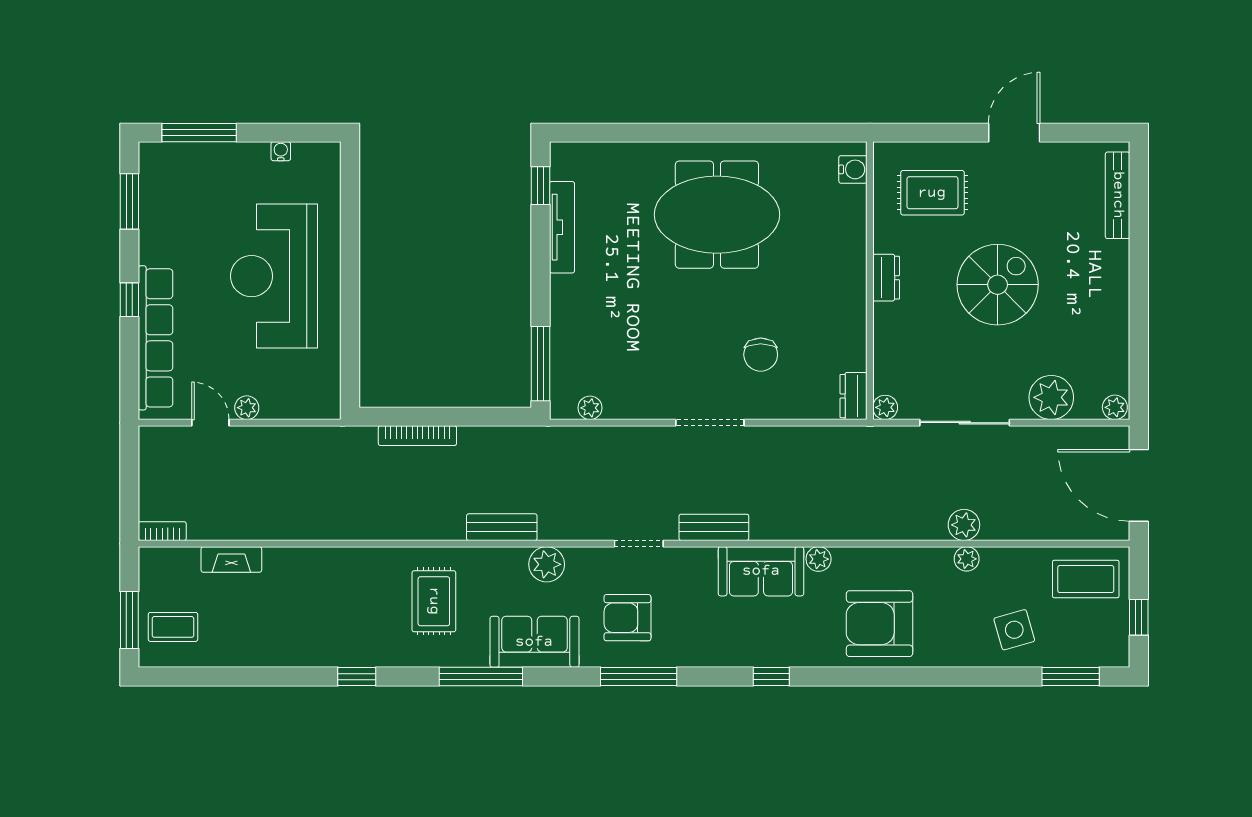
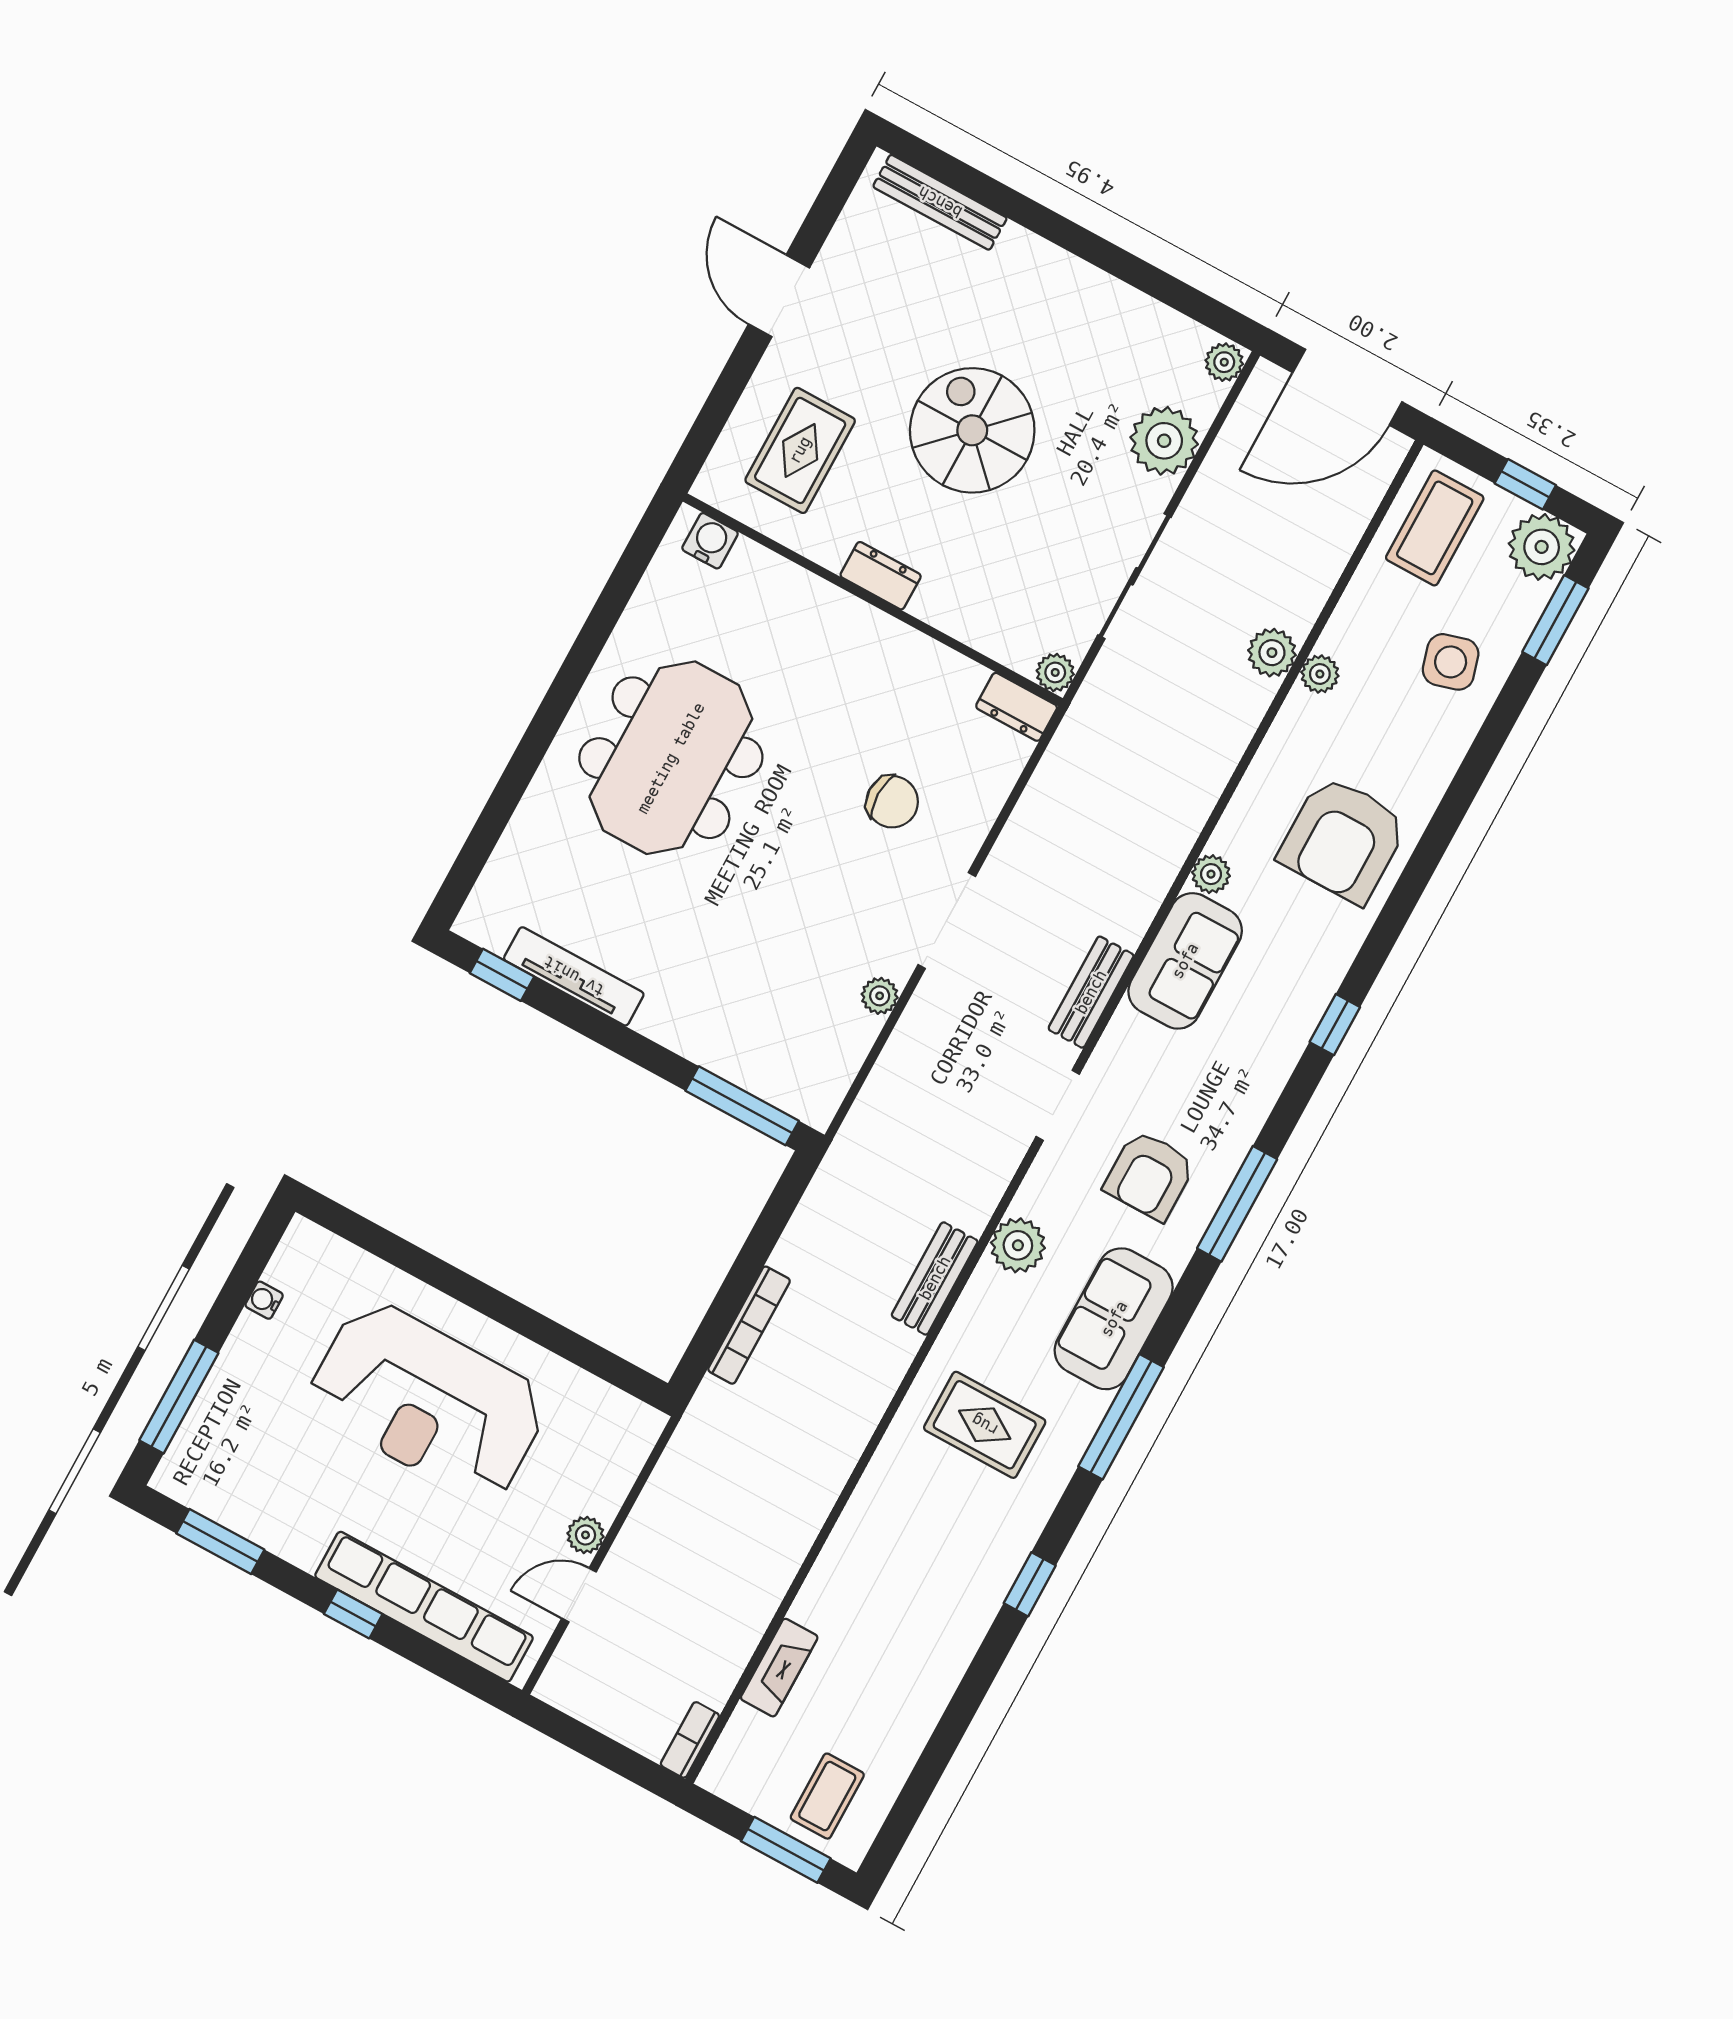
plant: (590, 408) -> (880, 996), moved
plant: (1108, 646) -> (1542, 547), added

